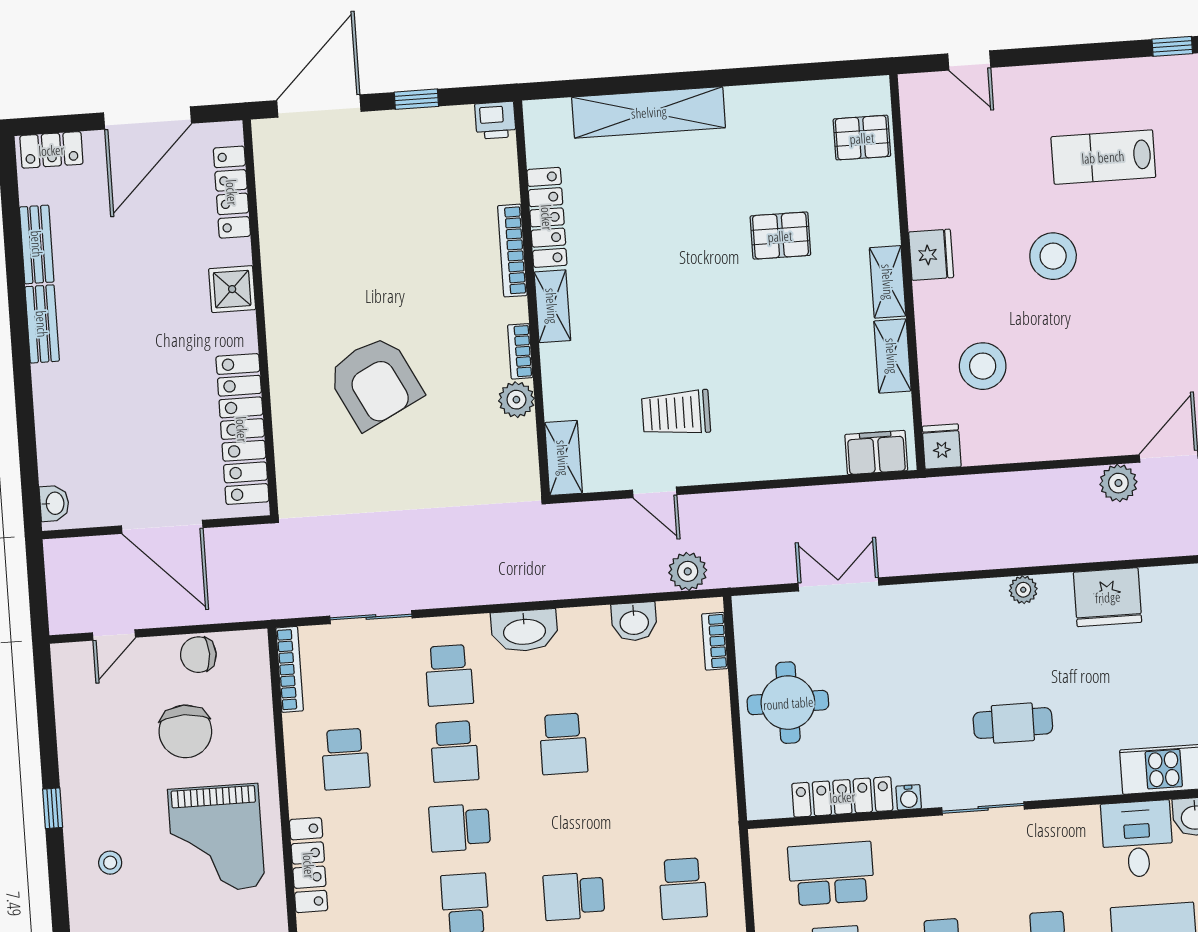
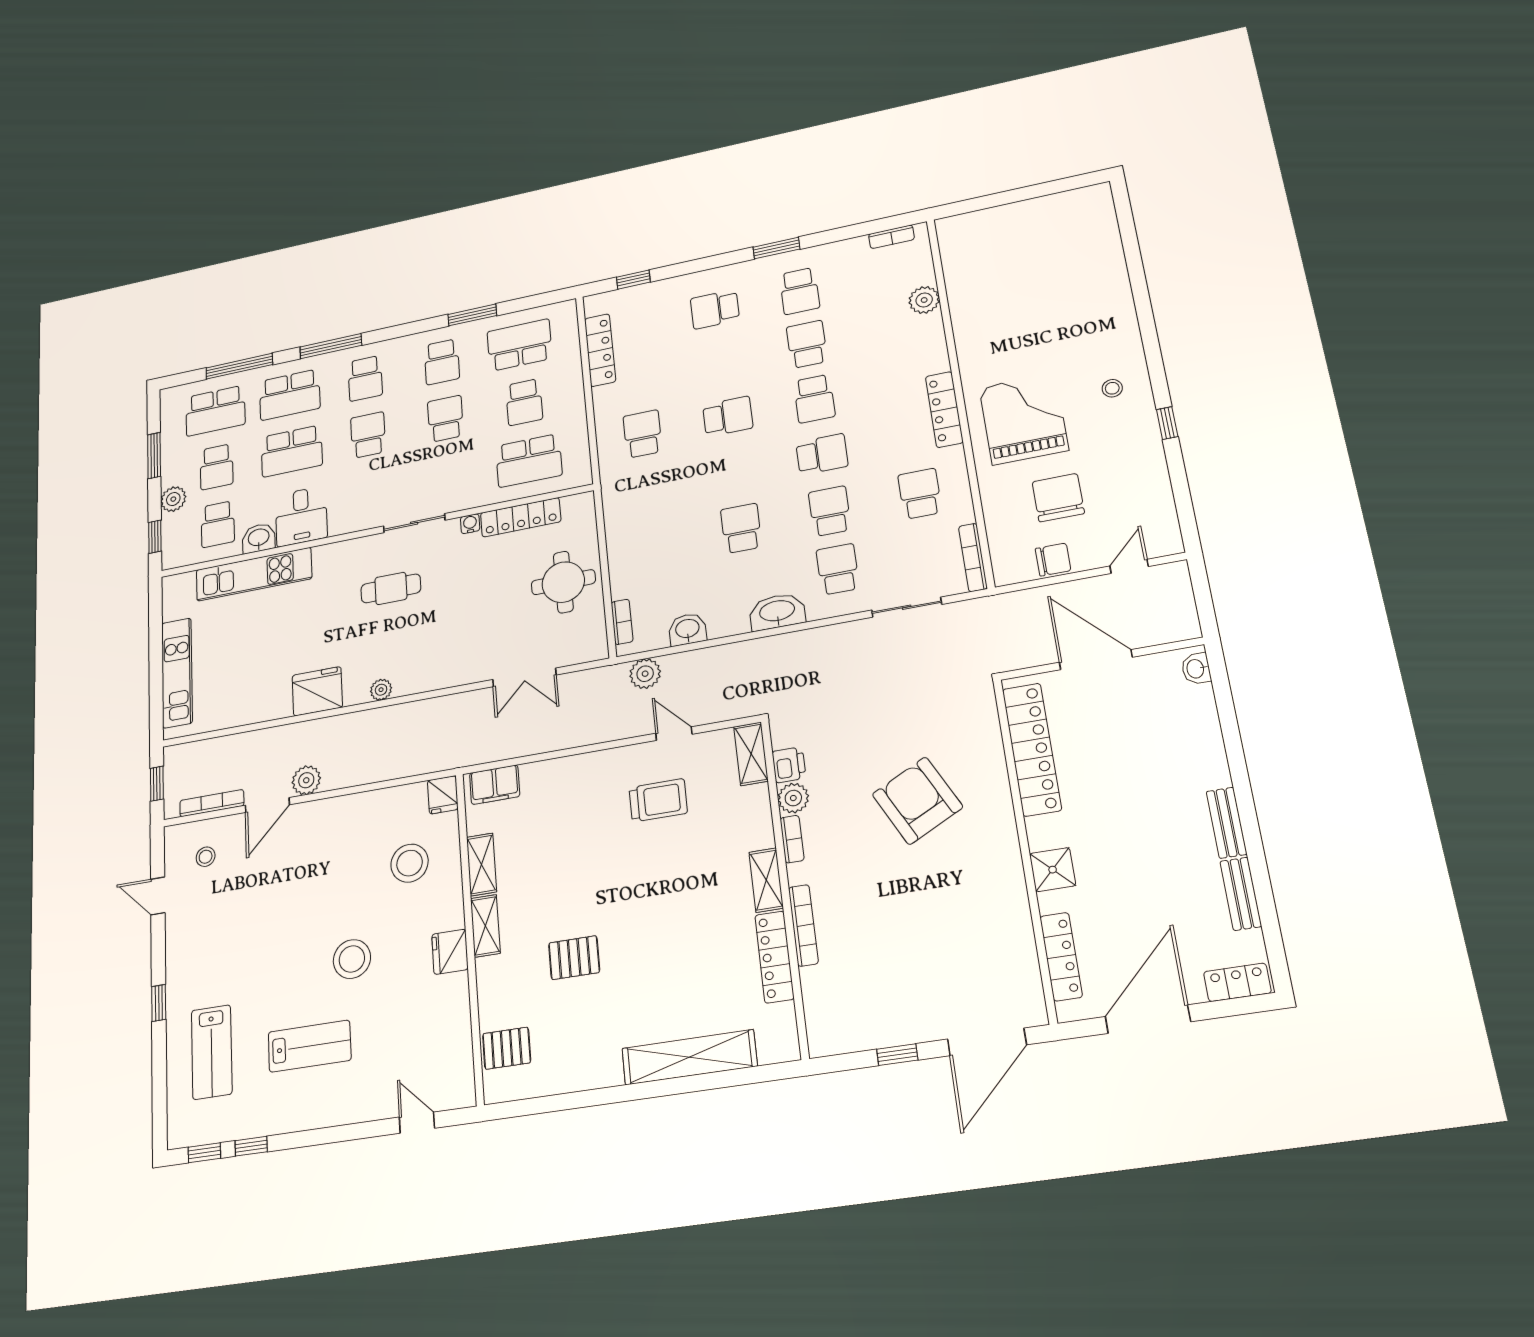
printer: (495, 120) -> (789, 765), moved, turned 90

